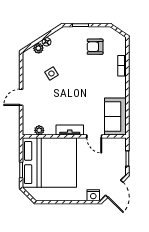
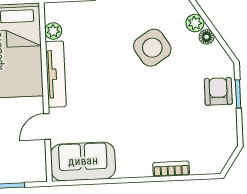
armchair: (95, 47) -> (218, 91), moved
side table: (51, 73) -> (152, 48), width x1.87, depth x1.87
tv unit: (70, 130) -> (56, 74), width x1.41

